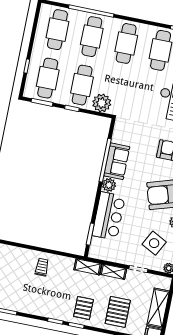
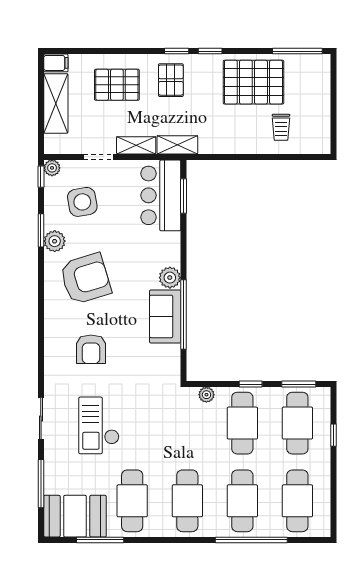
plant: (102, 103) -> (206, 395), width x0.53, depth x0.53
bar counter: (109, 216) -> (161, 195), moved
side table: (154, 243) -> (82, 202), turned -38
trolley: (42, 267) -> (281, 127), moved
pallet: (32, 296) -> (253, 82), added
pallet: (118, 312) -> (117, 85), turned 90

